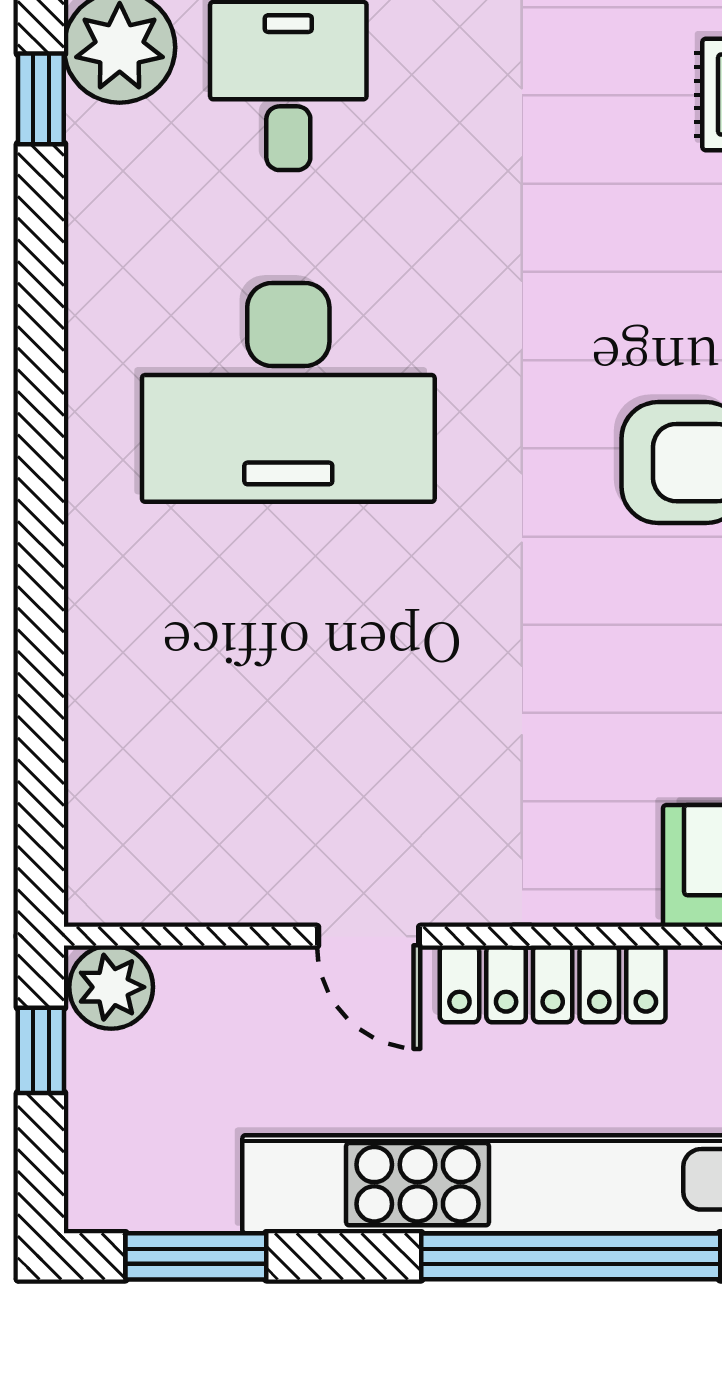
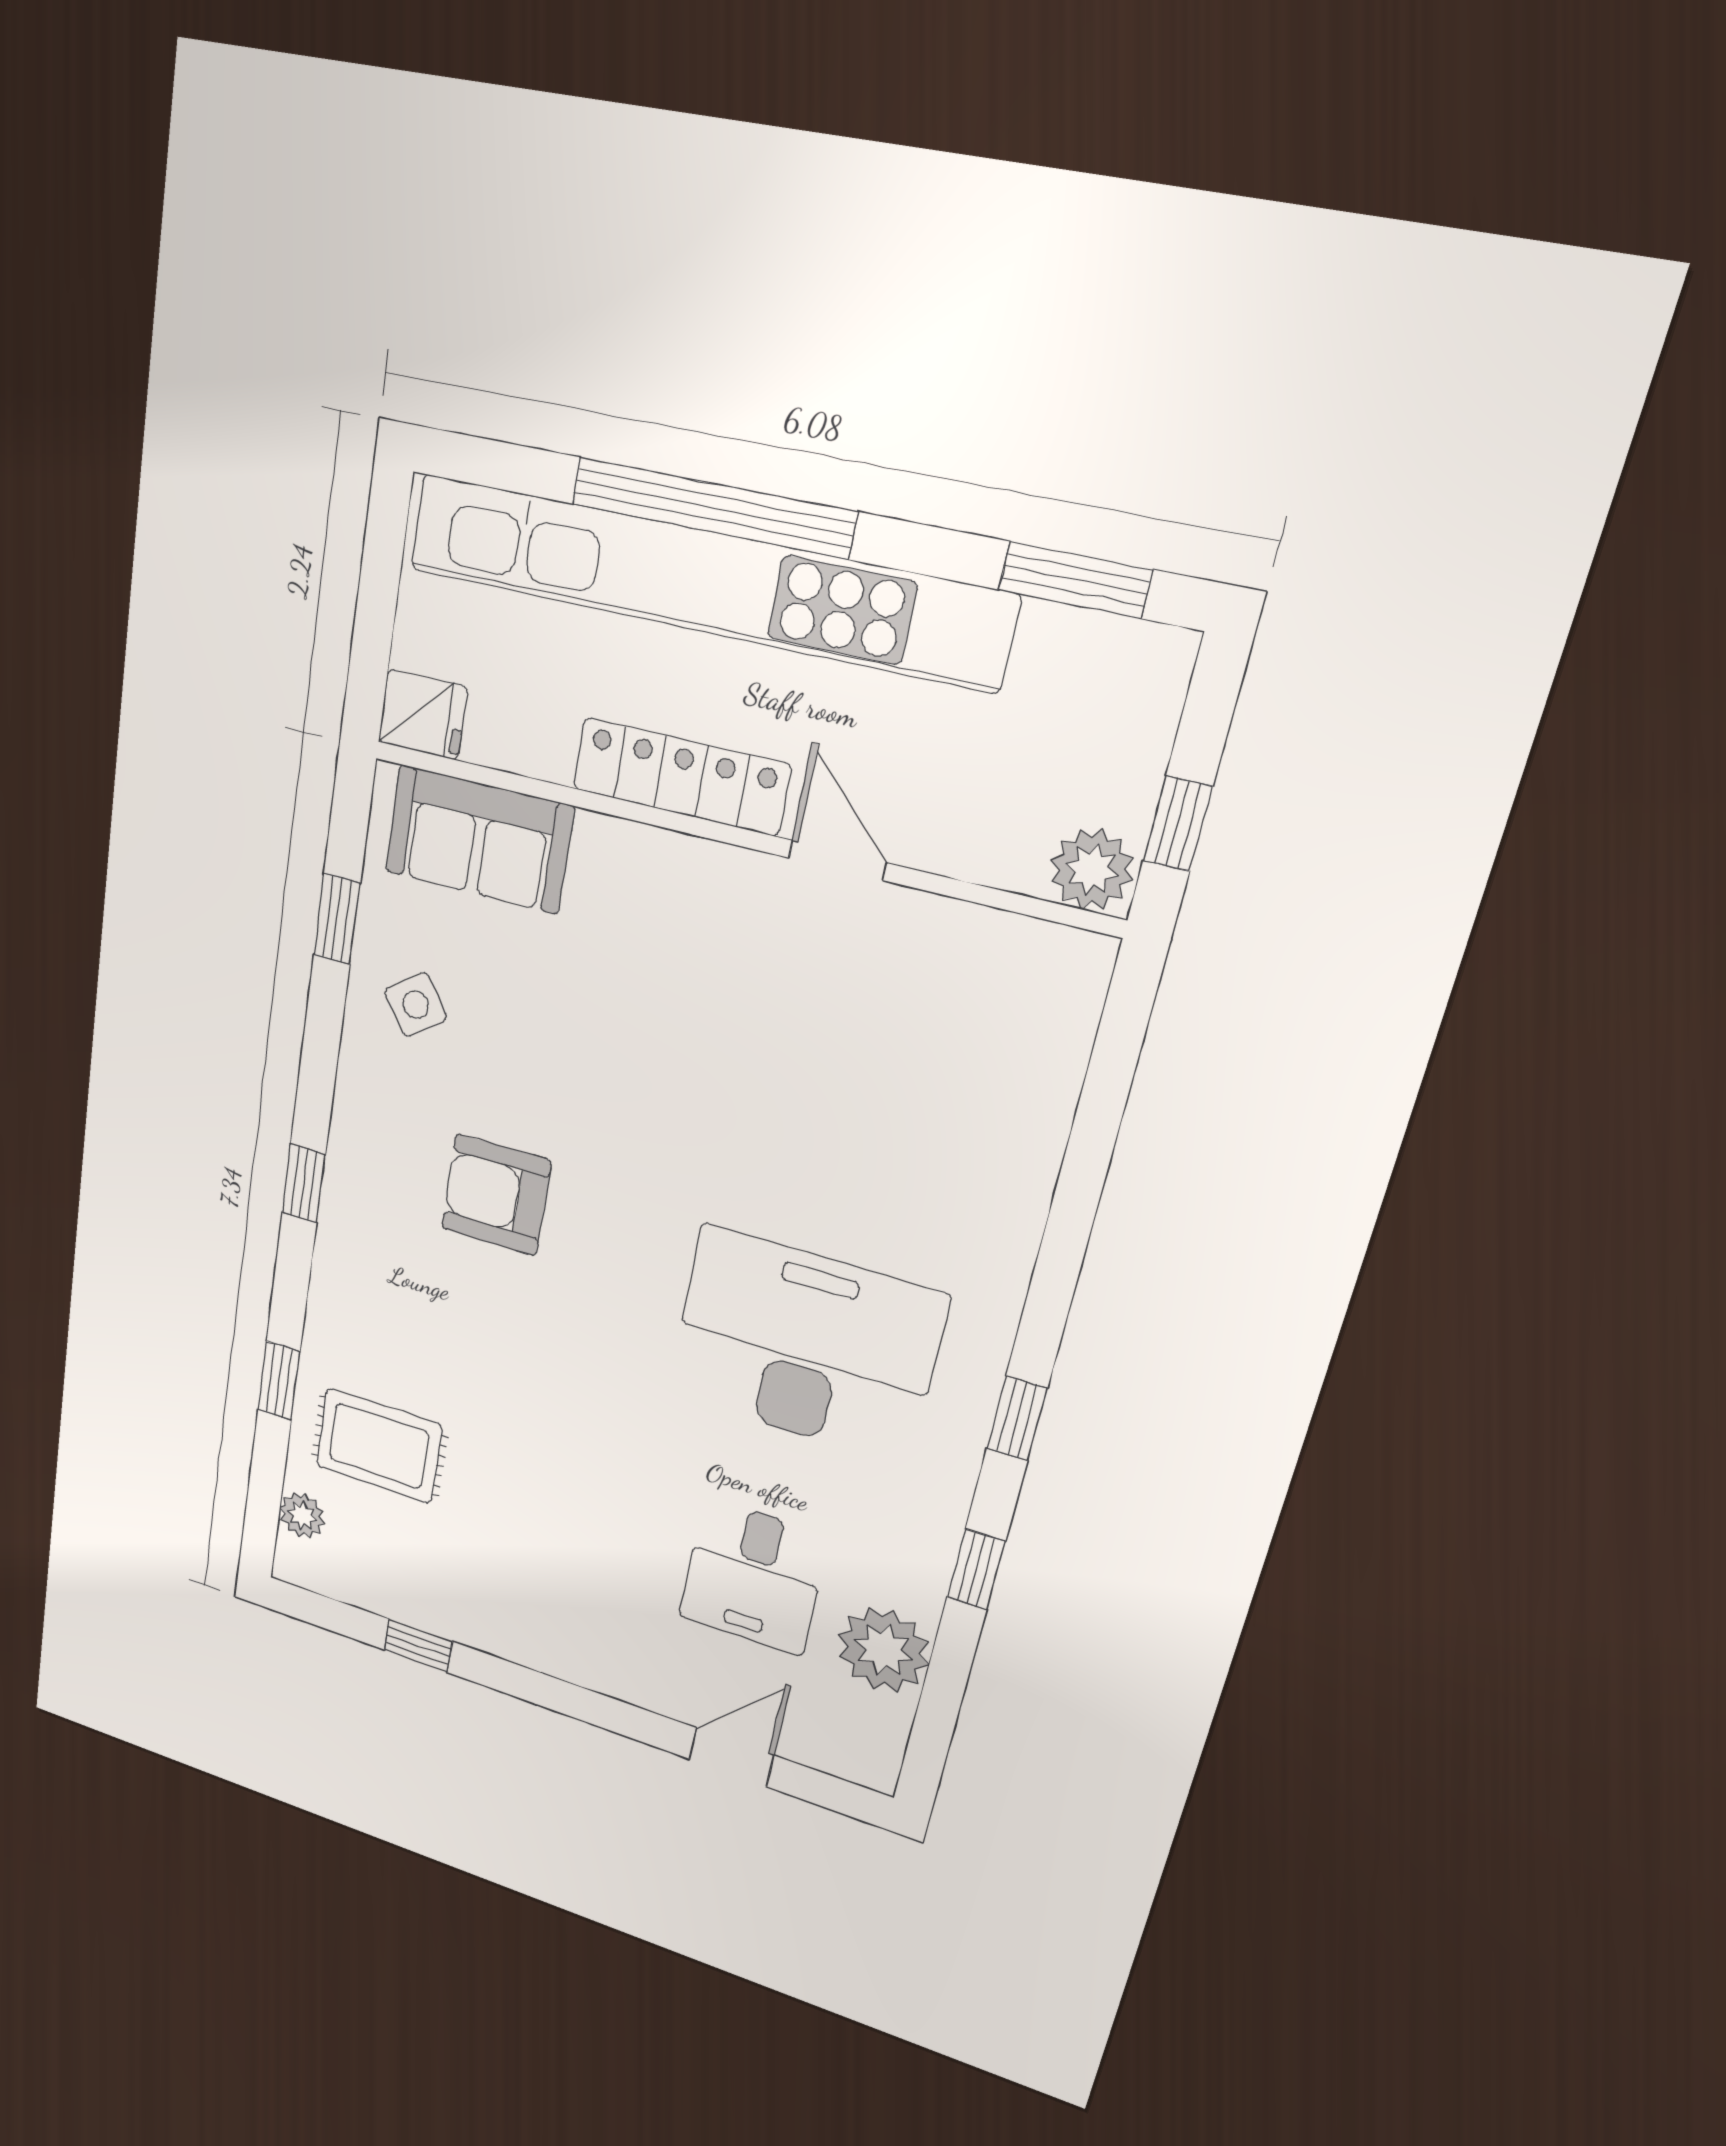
window: (41, 99) -> (976, 1569), moved
window: (41, 381) -> (1017, 1419), added

